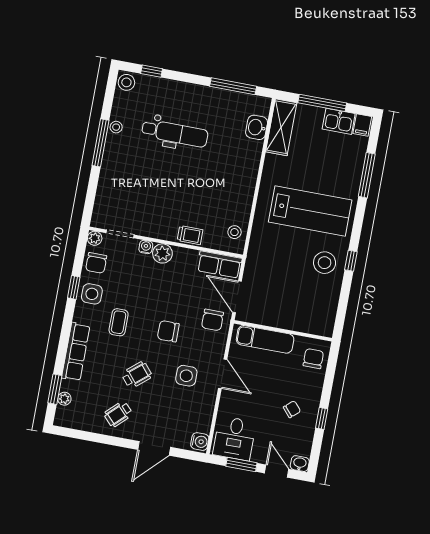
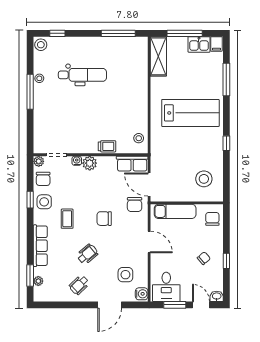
washbasin: (257, 127) -> (141, 60), removed
stool: (325, 263) -> (204, 179), moved
side table: (186, 376) -> (125, 275), moved

